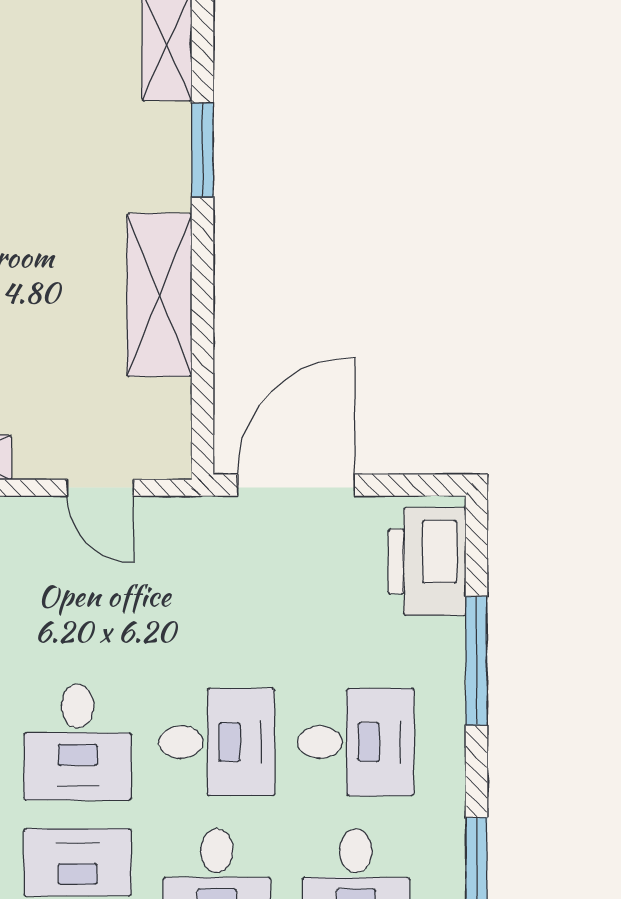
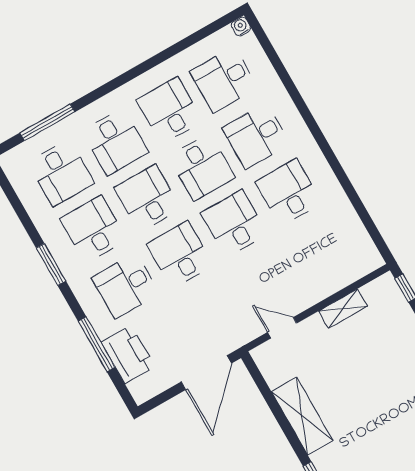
printer: (427, 561) -> (128, 354), moved
desk: (217, 742) -> (180, 255), turned 90

